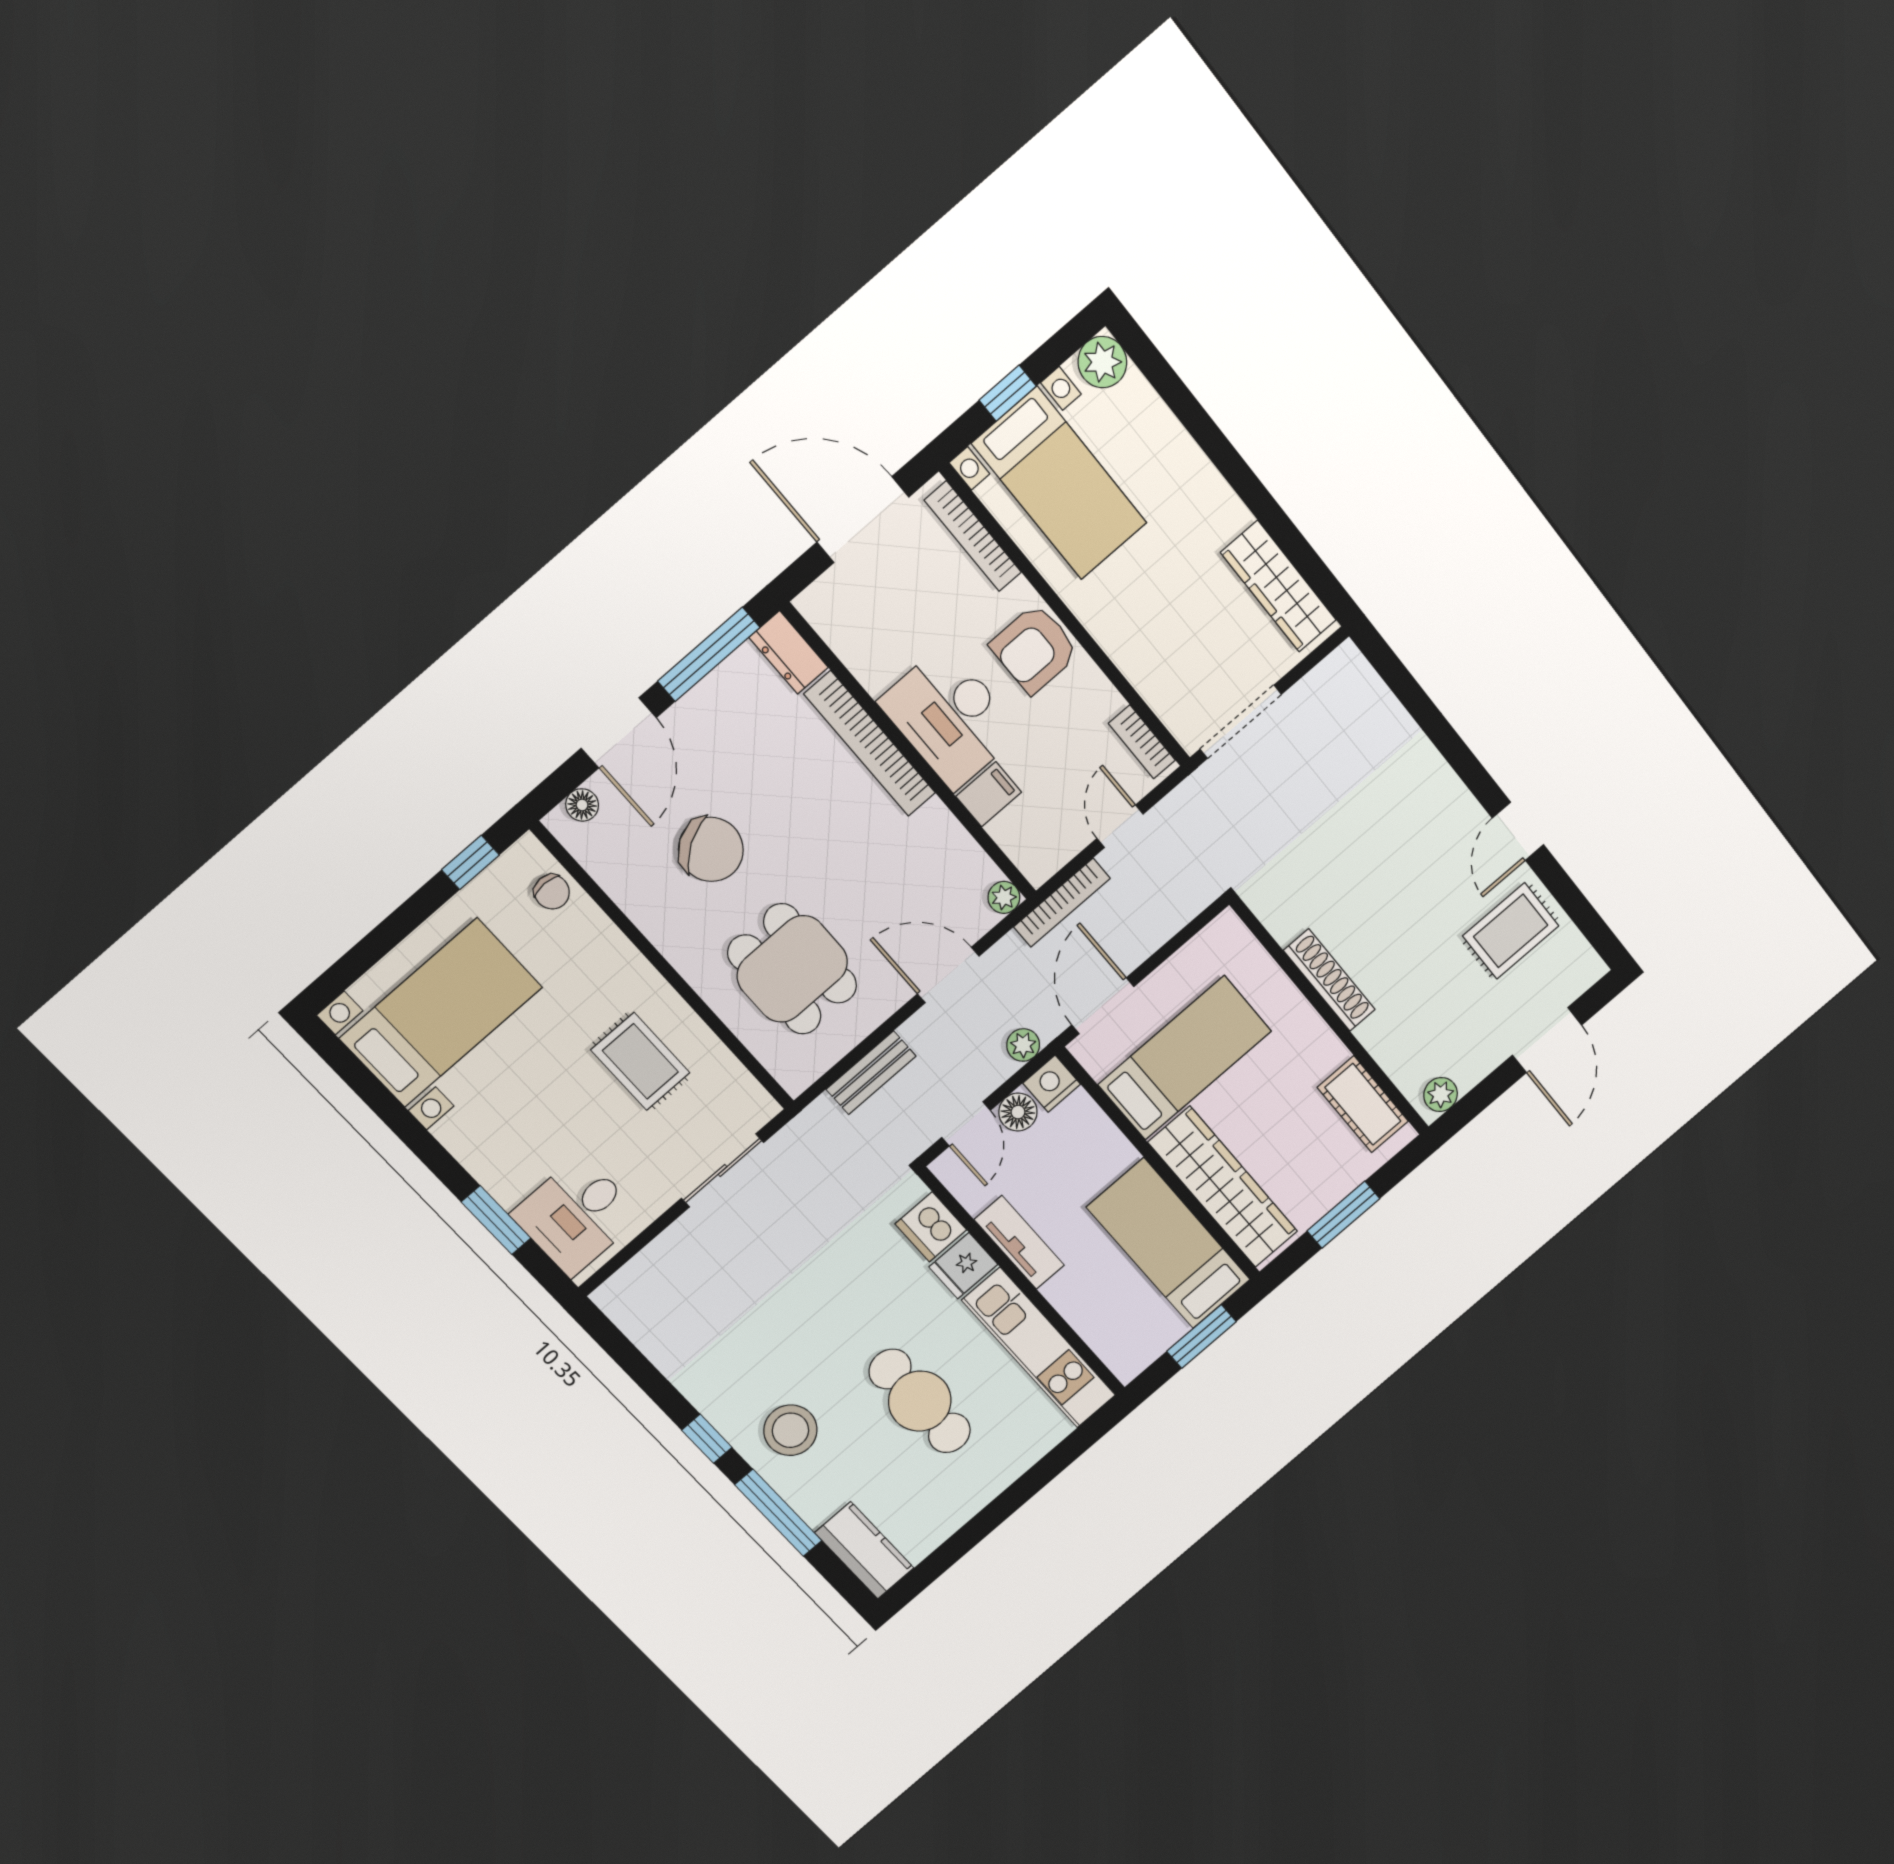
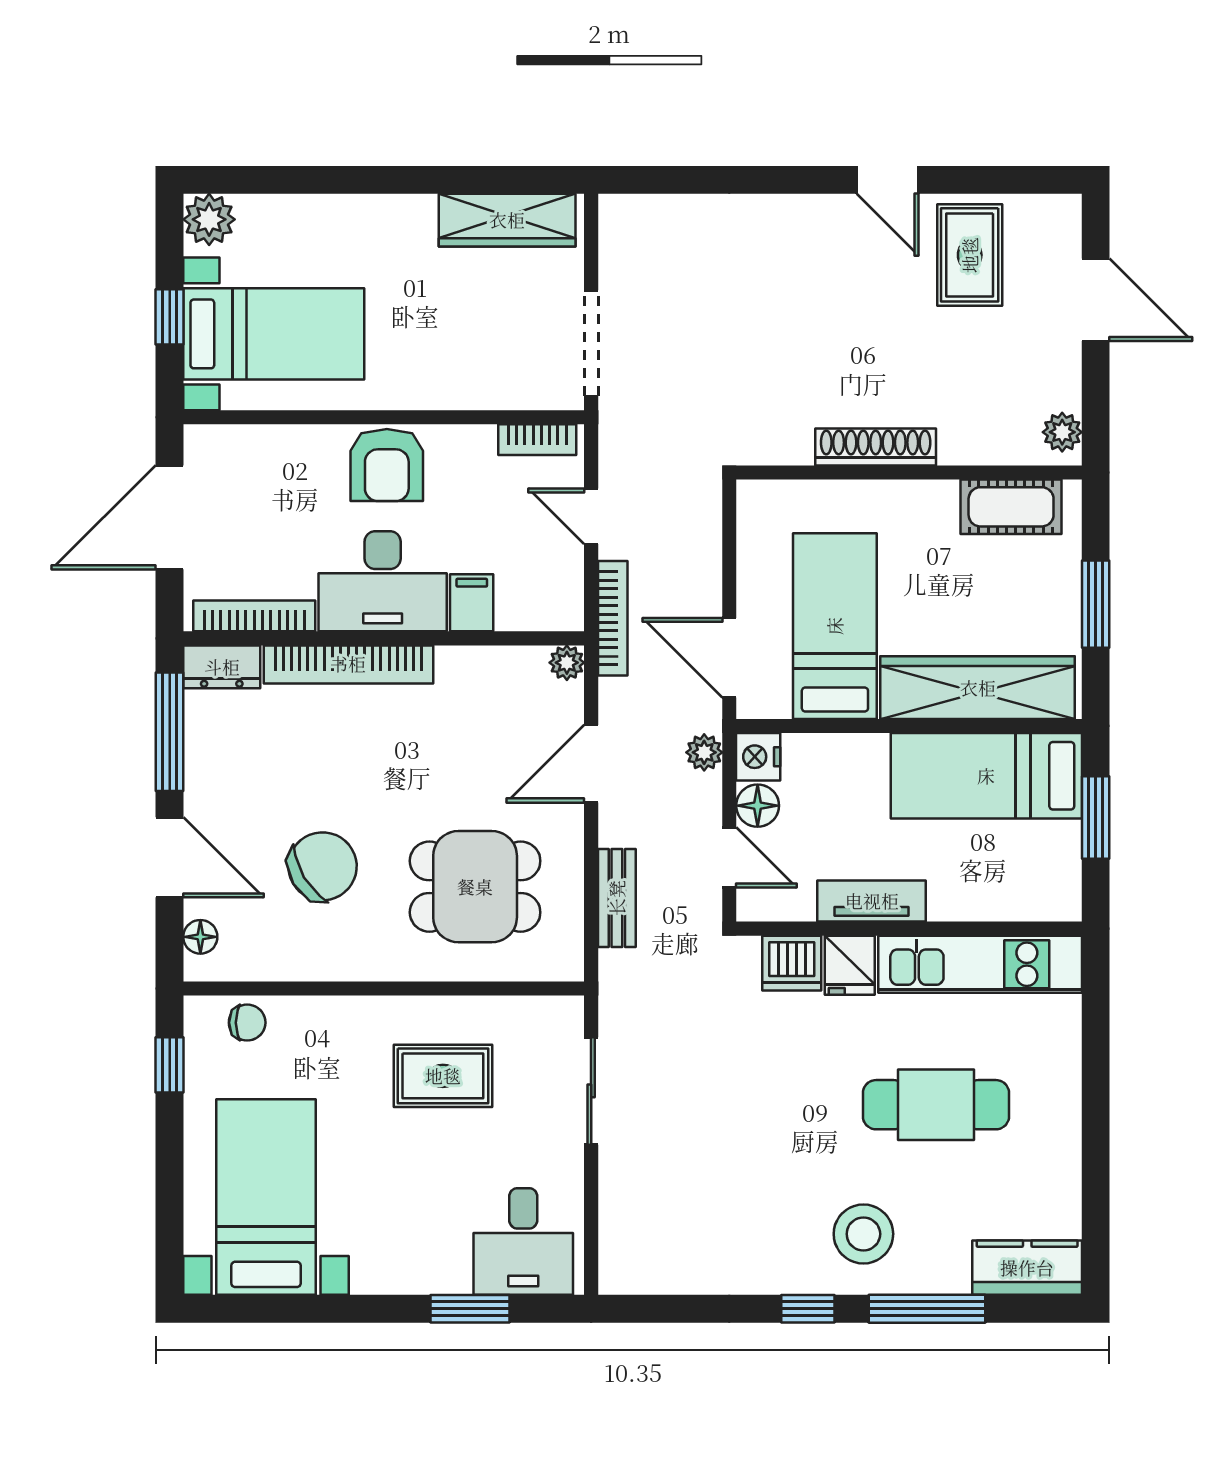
bookcase: (973, 536) -> (254, 616), moved, turned 180

